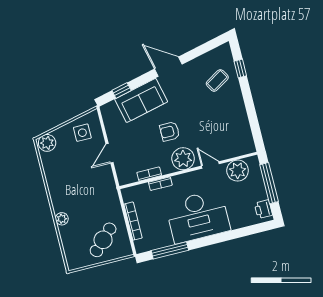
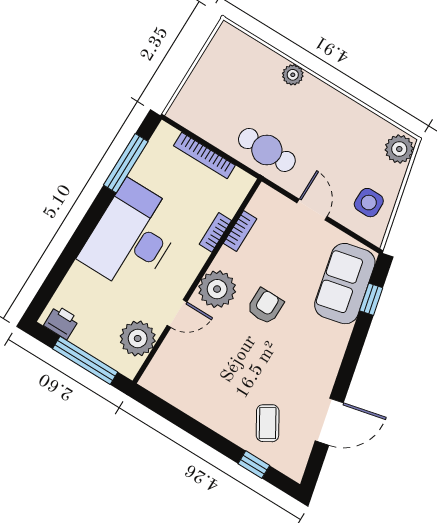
door: (168, 67) -> (329, 422), moved
sofa: (141, 100) -> (345, 284), moved
cafe table: (103, 240) -> (267, 150), moved, turned -45

